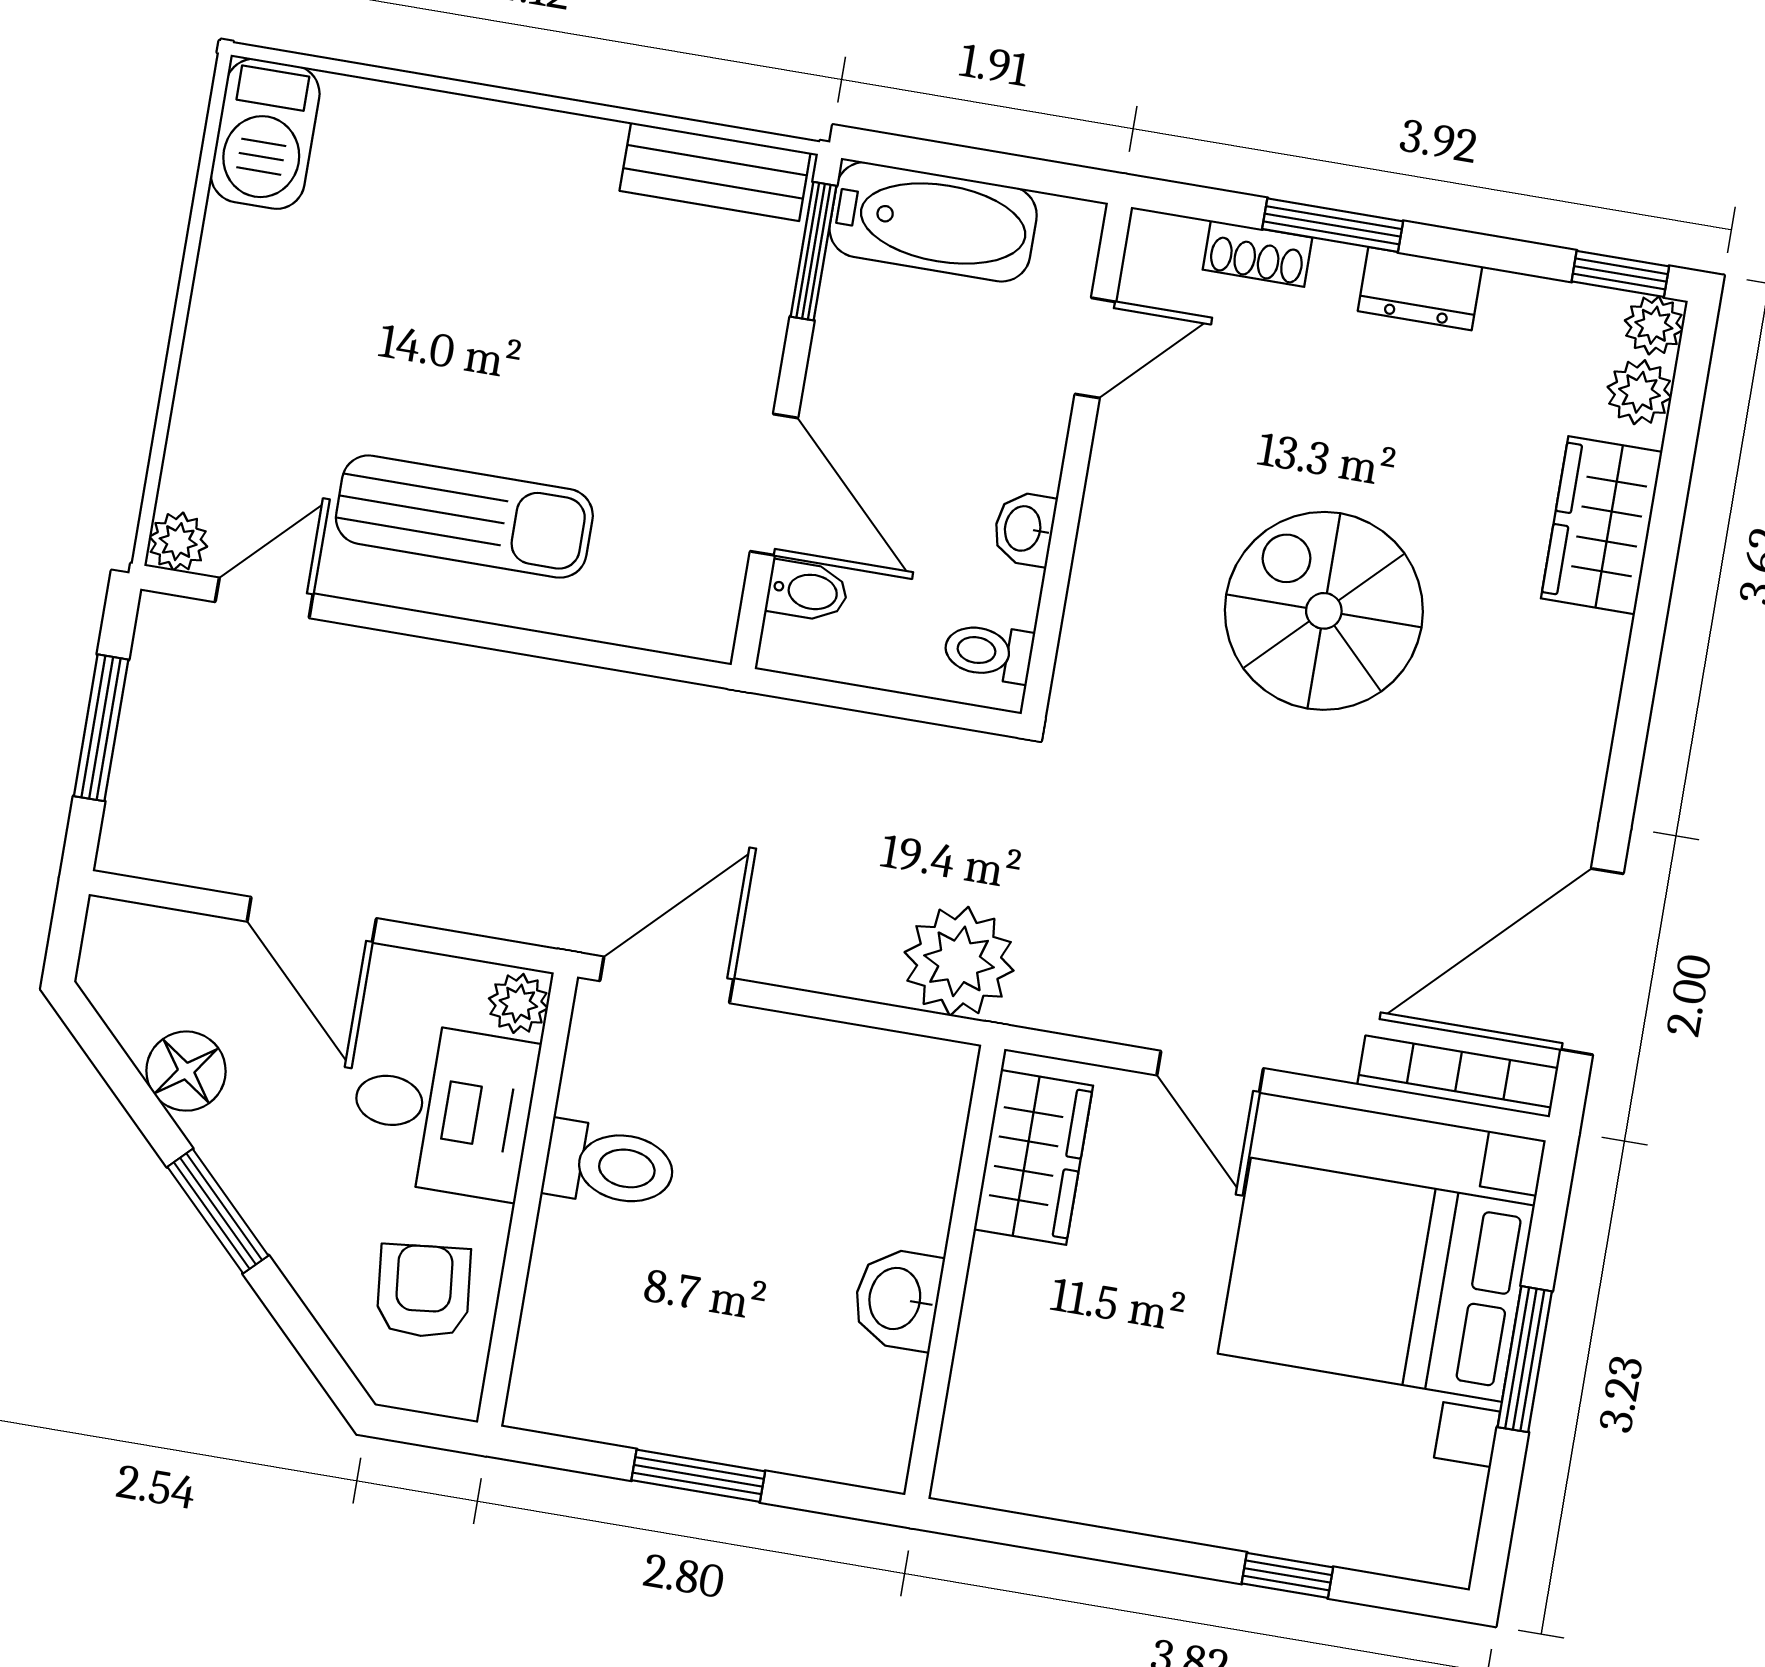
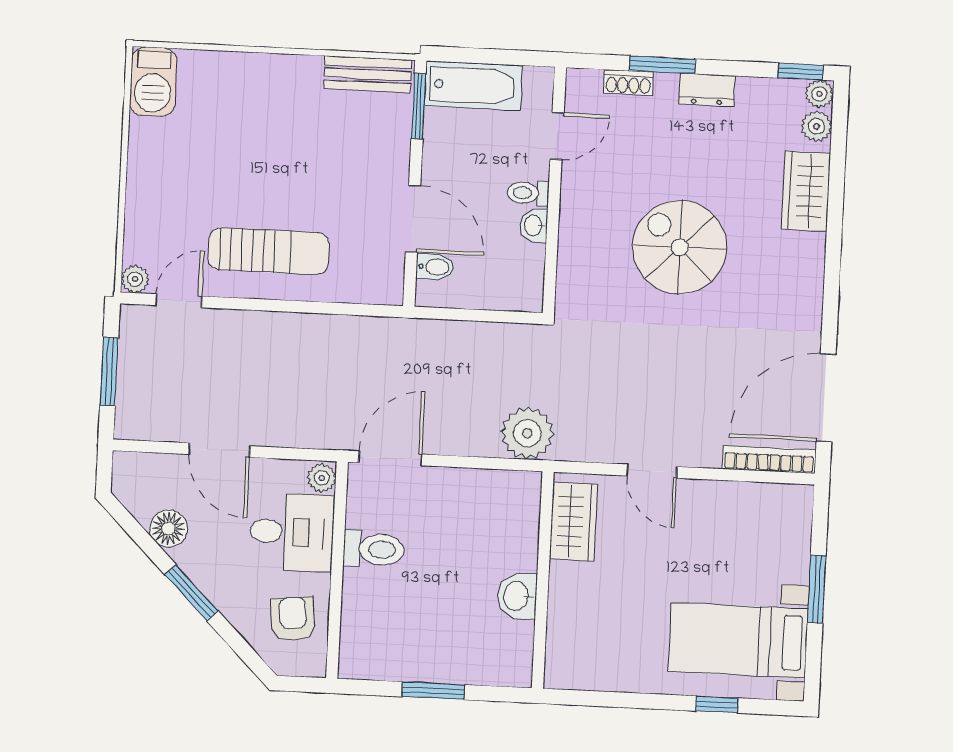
toilet: (988, 652) -> (528, 193), moved
bed with nightstands: (1376, 1280) -> (738, 640), moved, width x0.73

